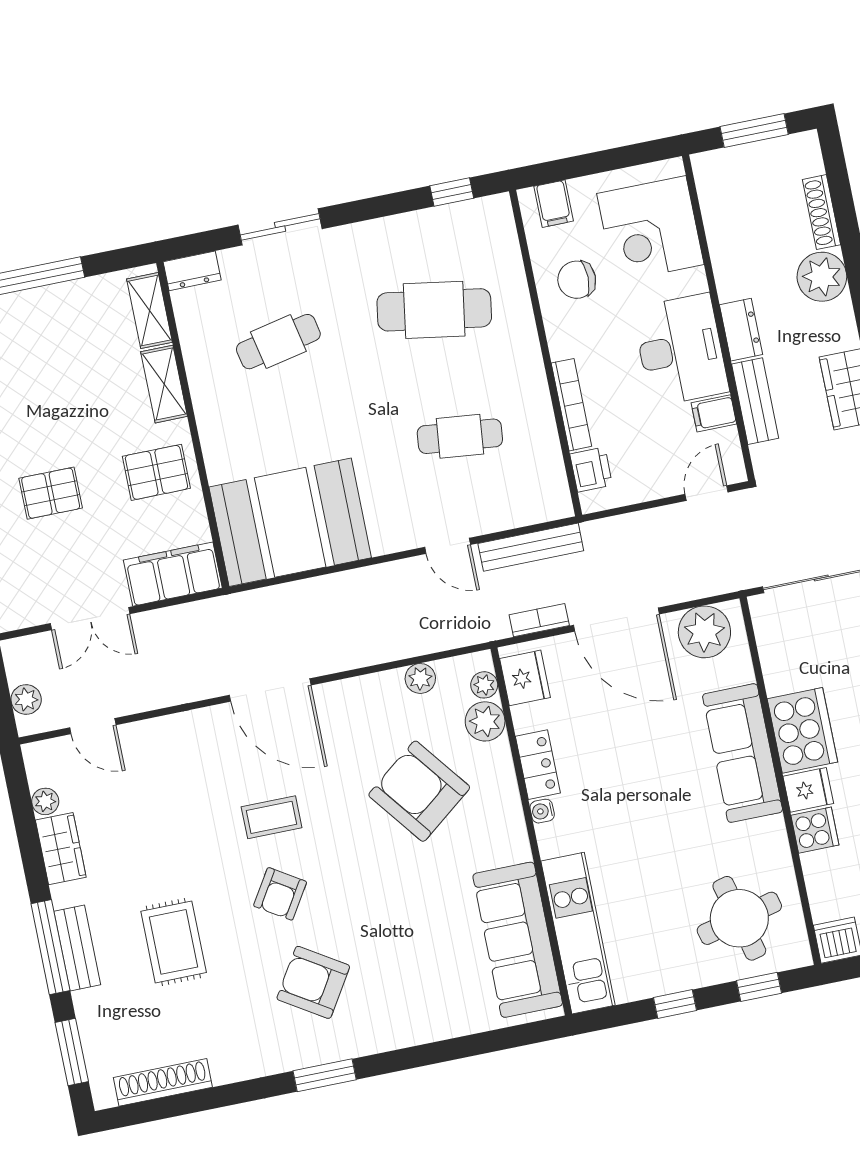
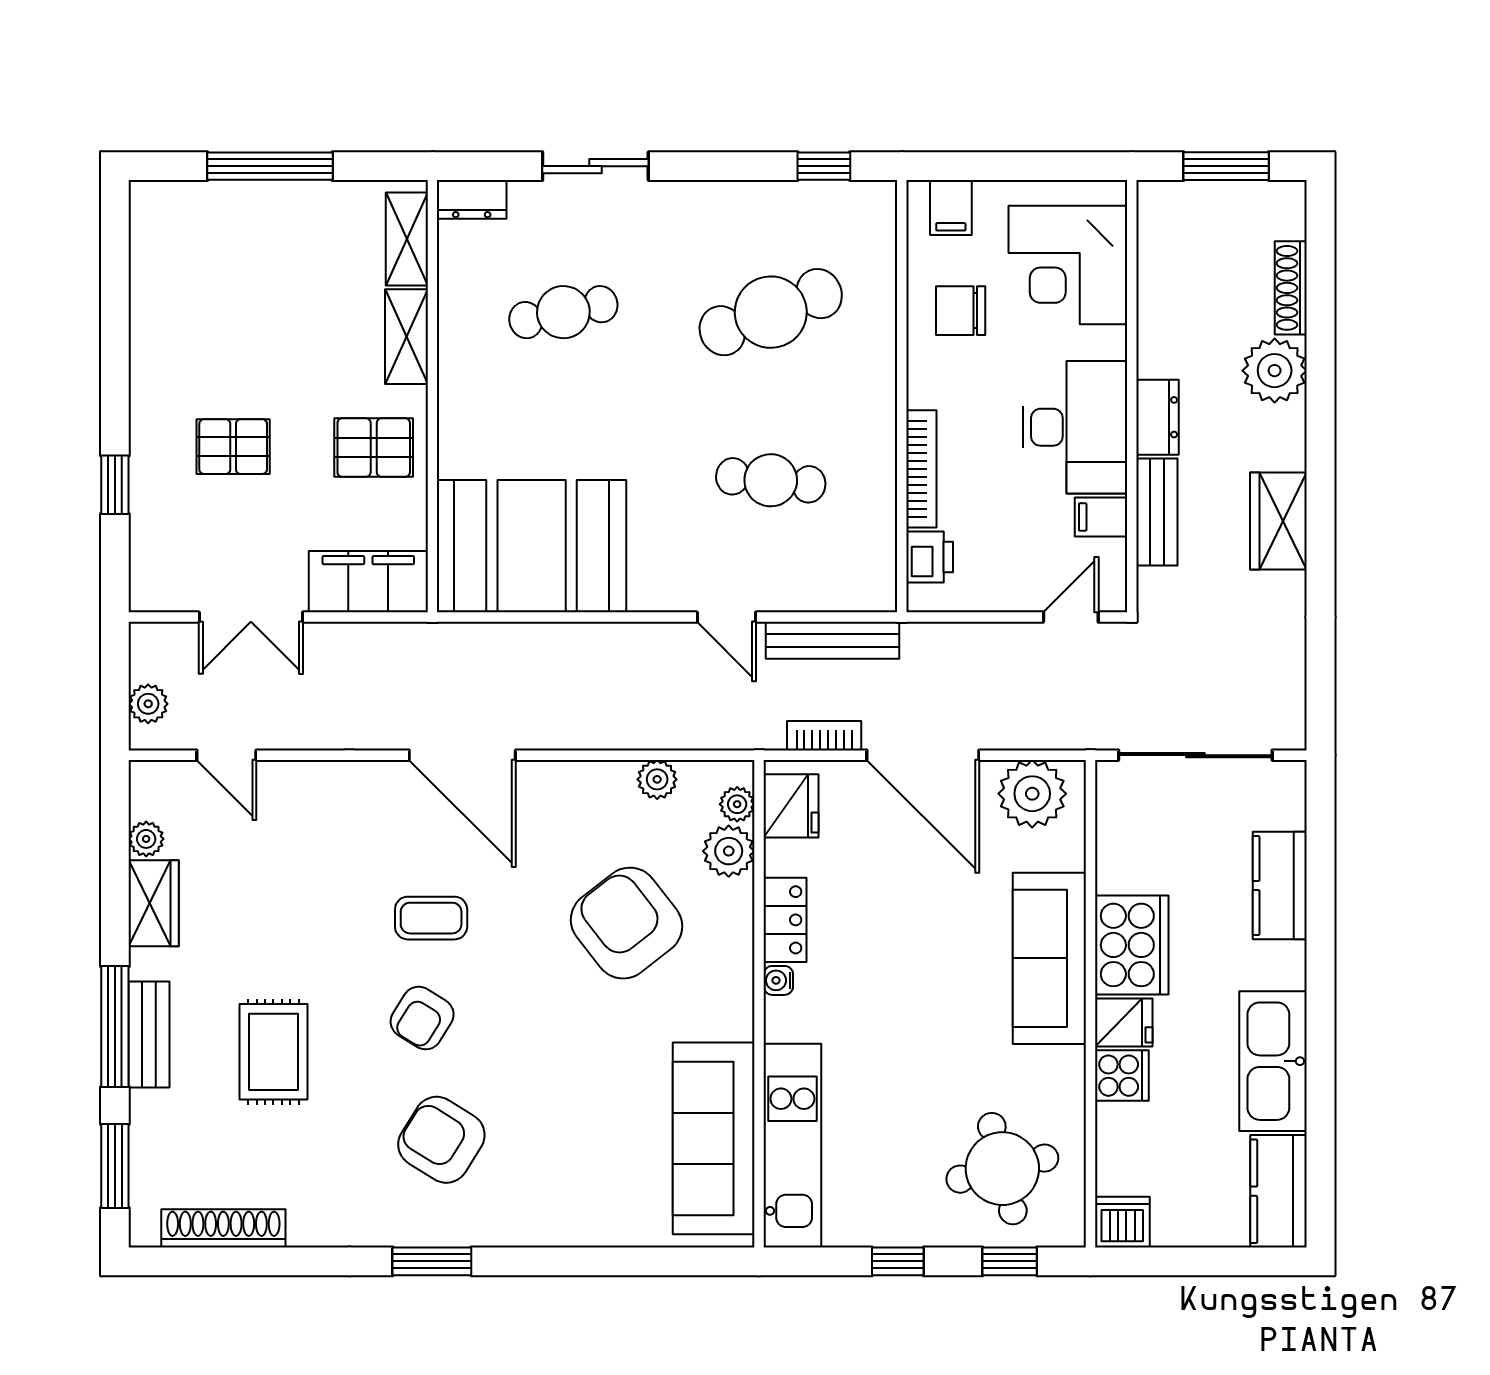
cafe table: (434, 310) -> (771, 312), turned -30

